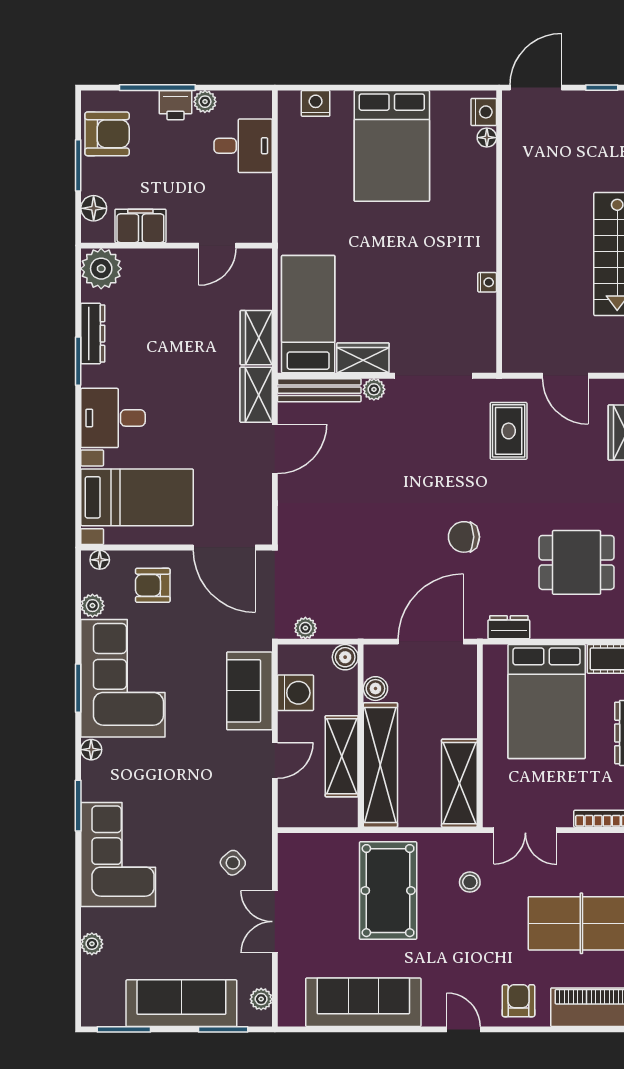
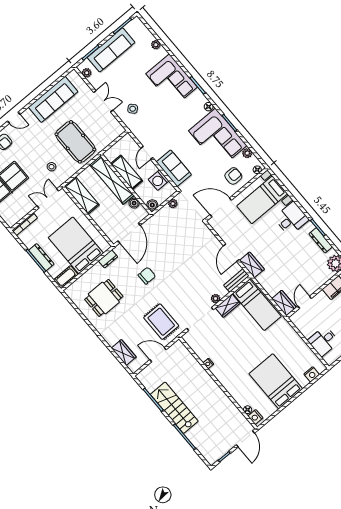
wardrobe: (256, 338) -> (284, 303), moved
bench: (319, 390) -> (236, 280), width x0.73
rug: (509, 431) -> (161, 322), width x1.36, depth x1.43

